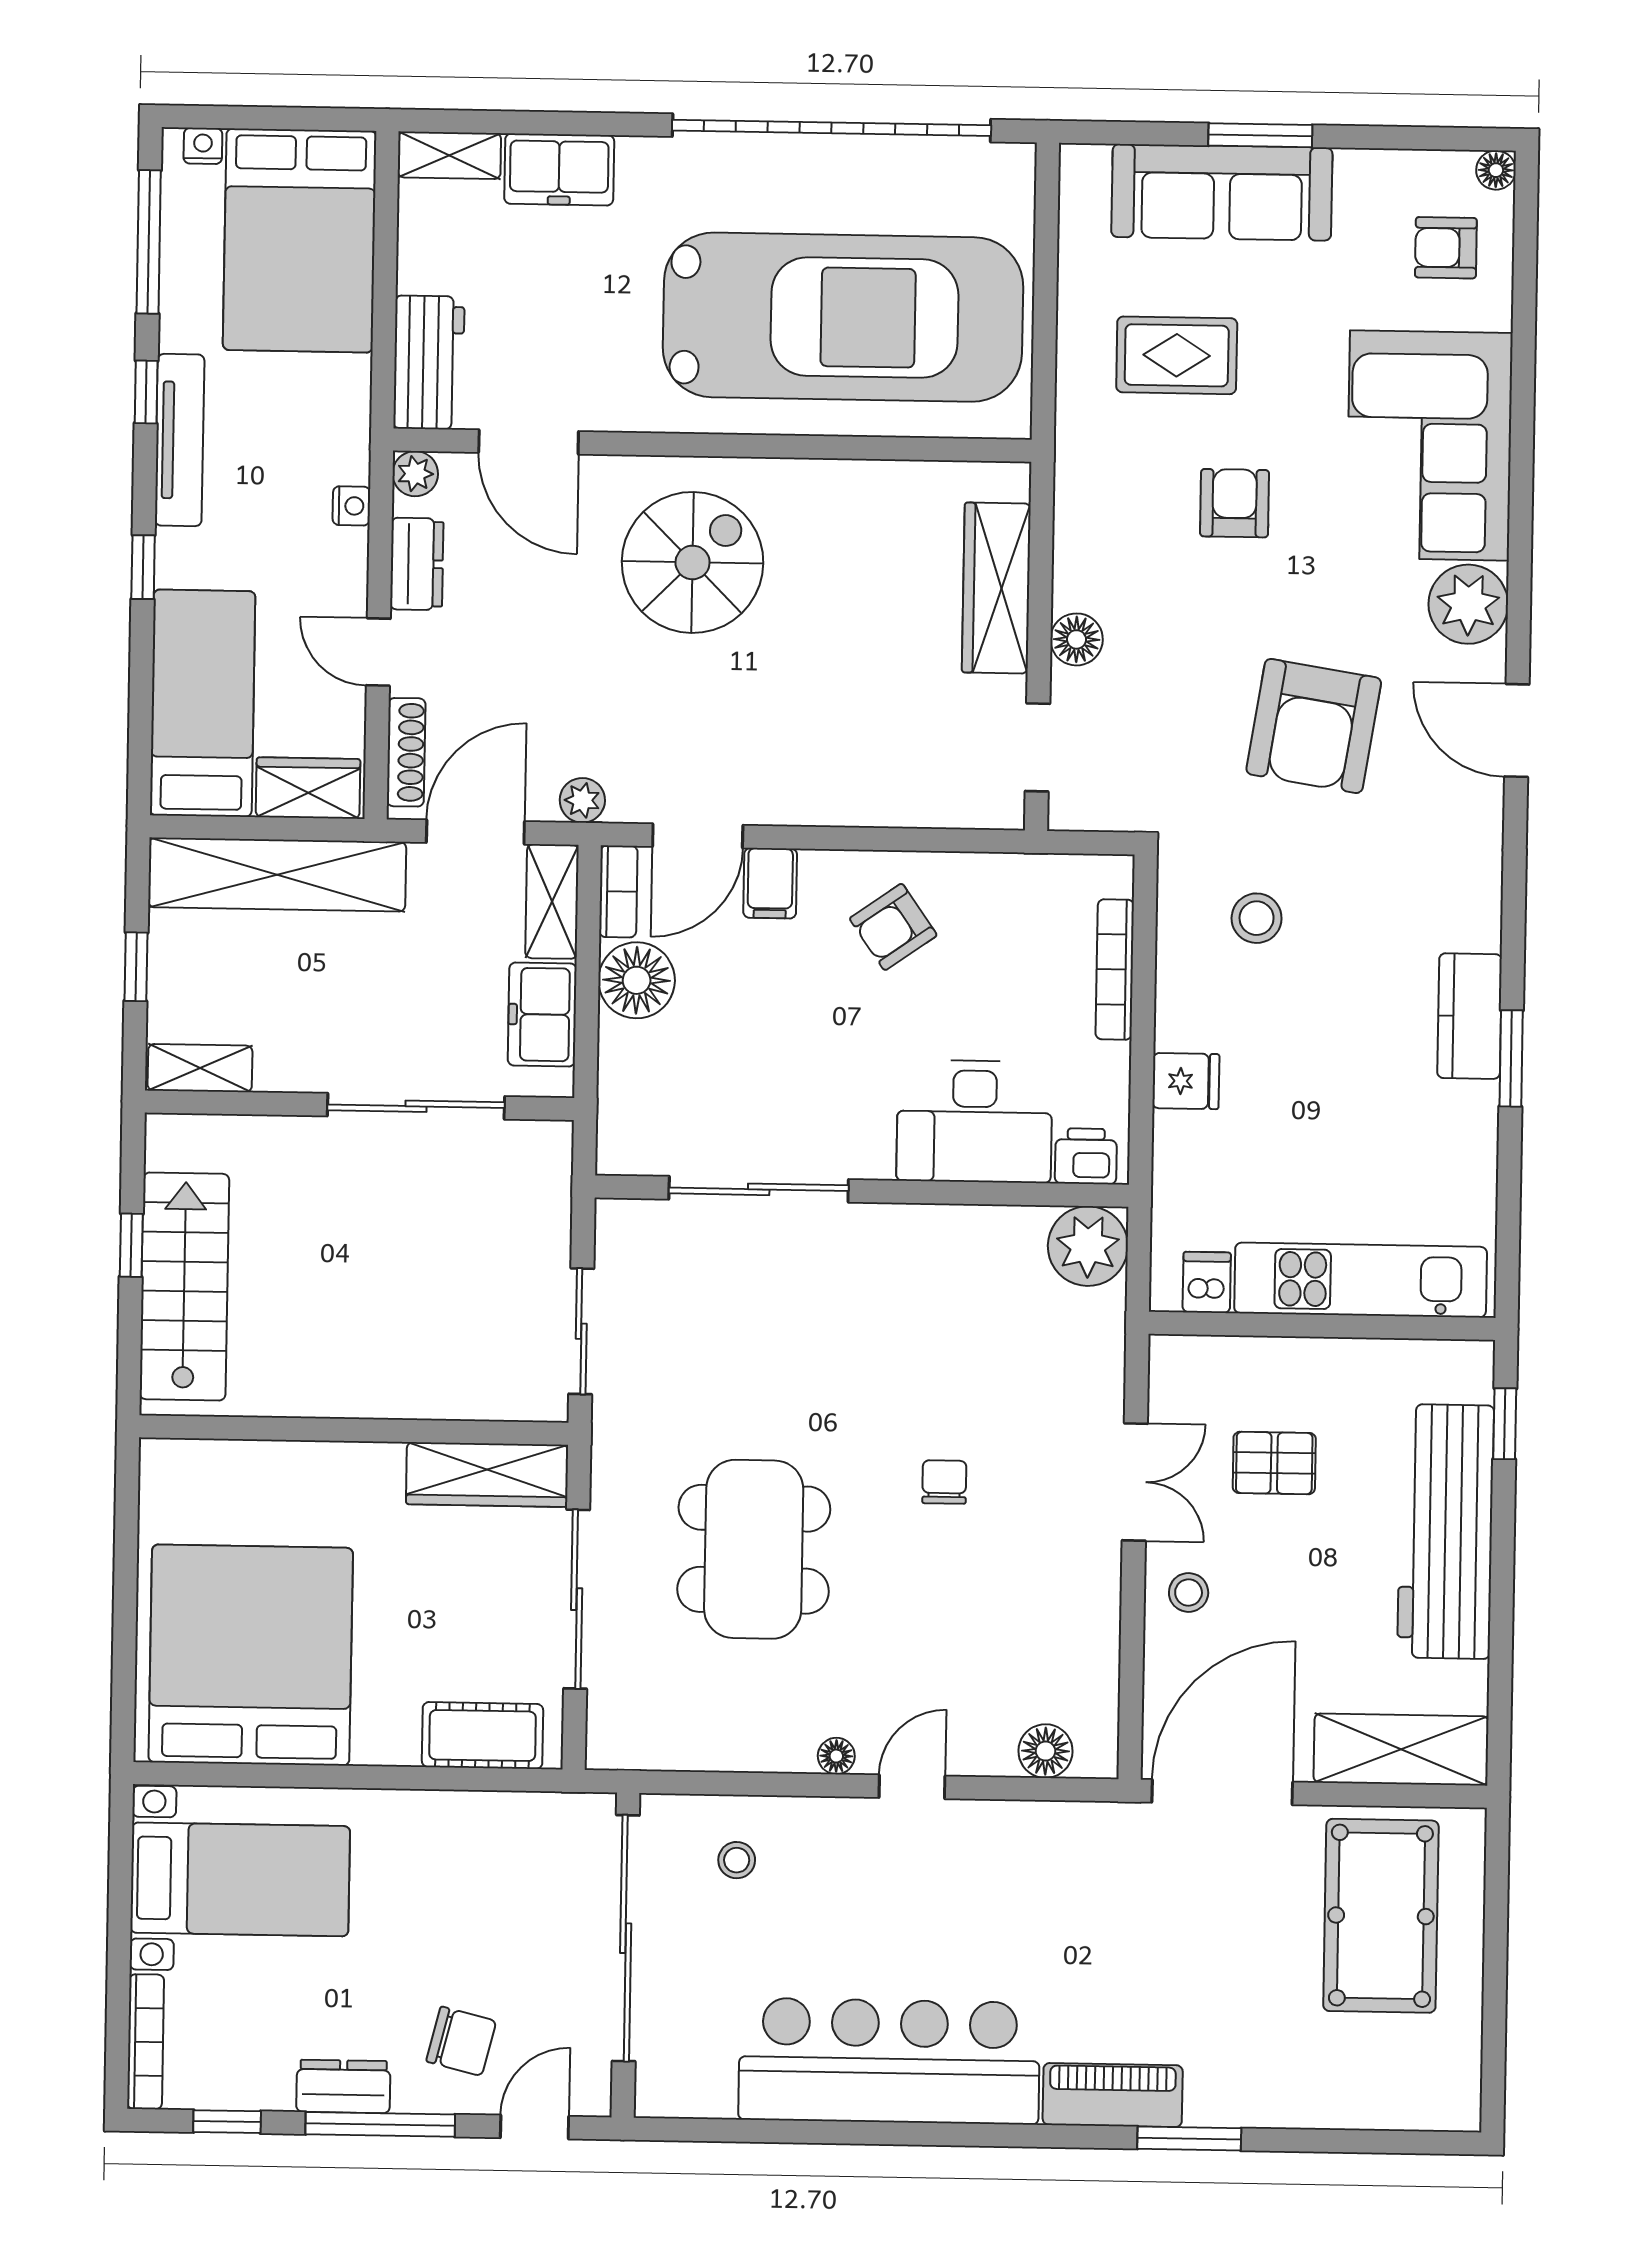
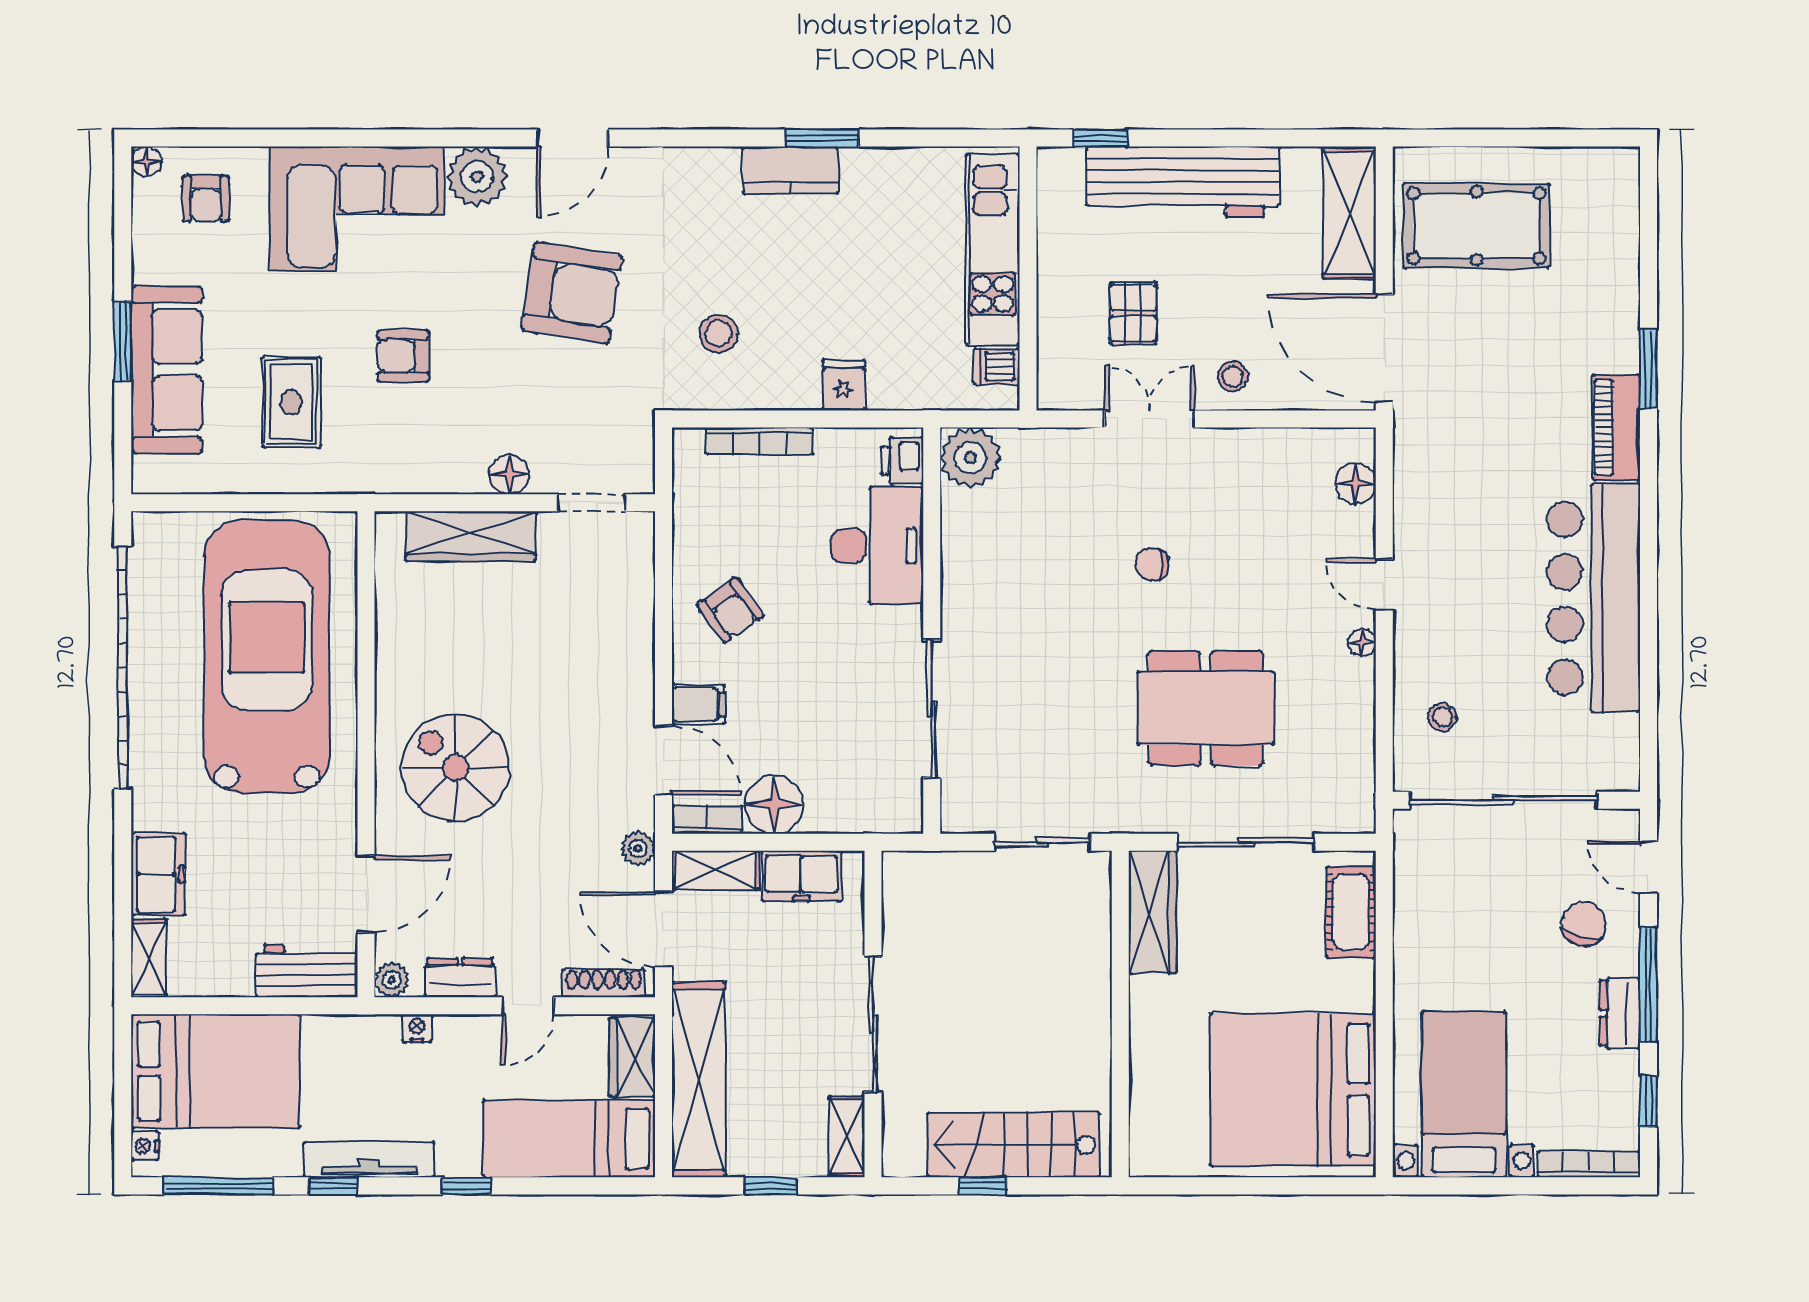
sliding door: (416, 1106) -> (873, 1024), moved

